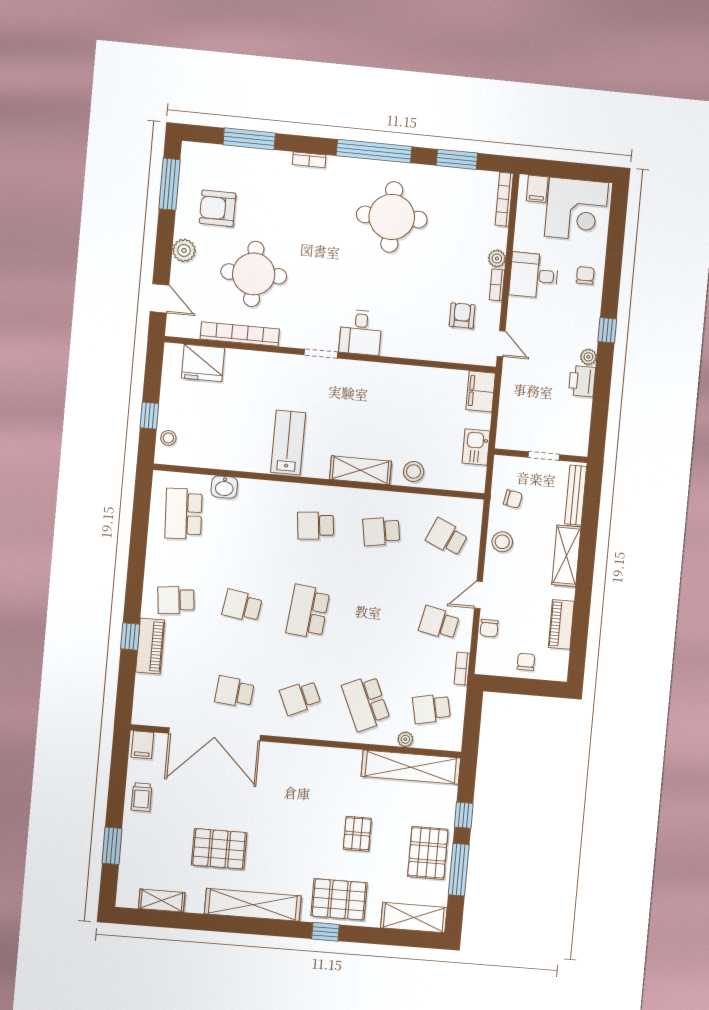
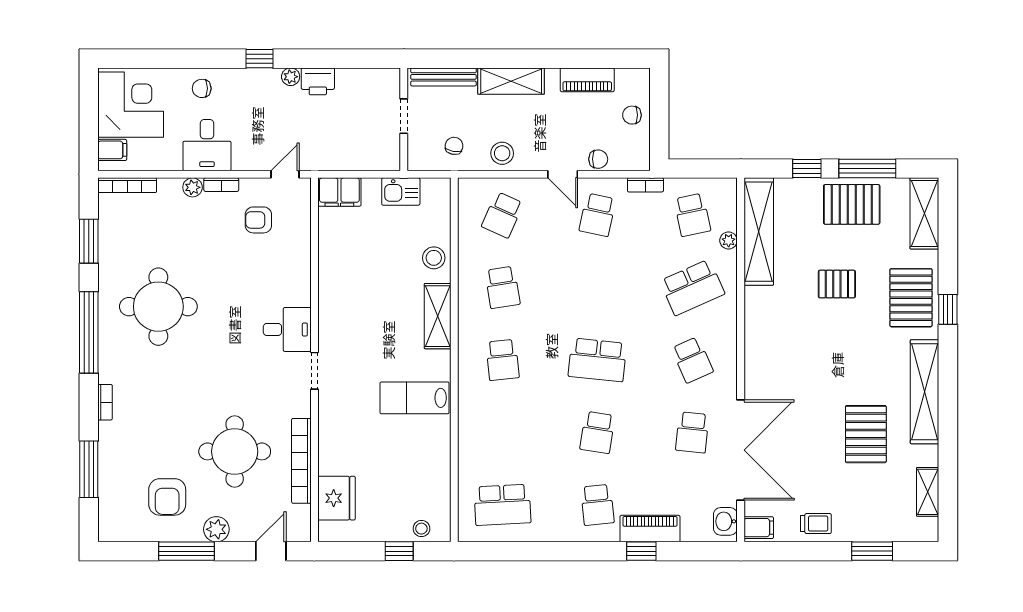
window: (170, 184) -> (186, 551), moved
washbasin: (224, 487) -> (725, 521), moved, turned 180

